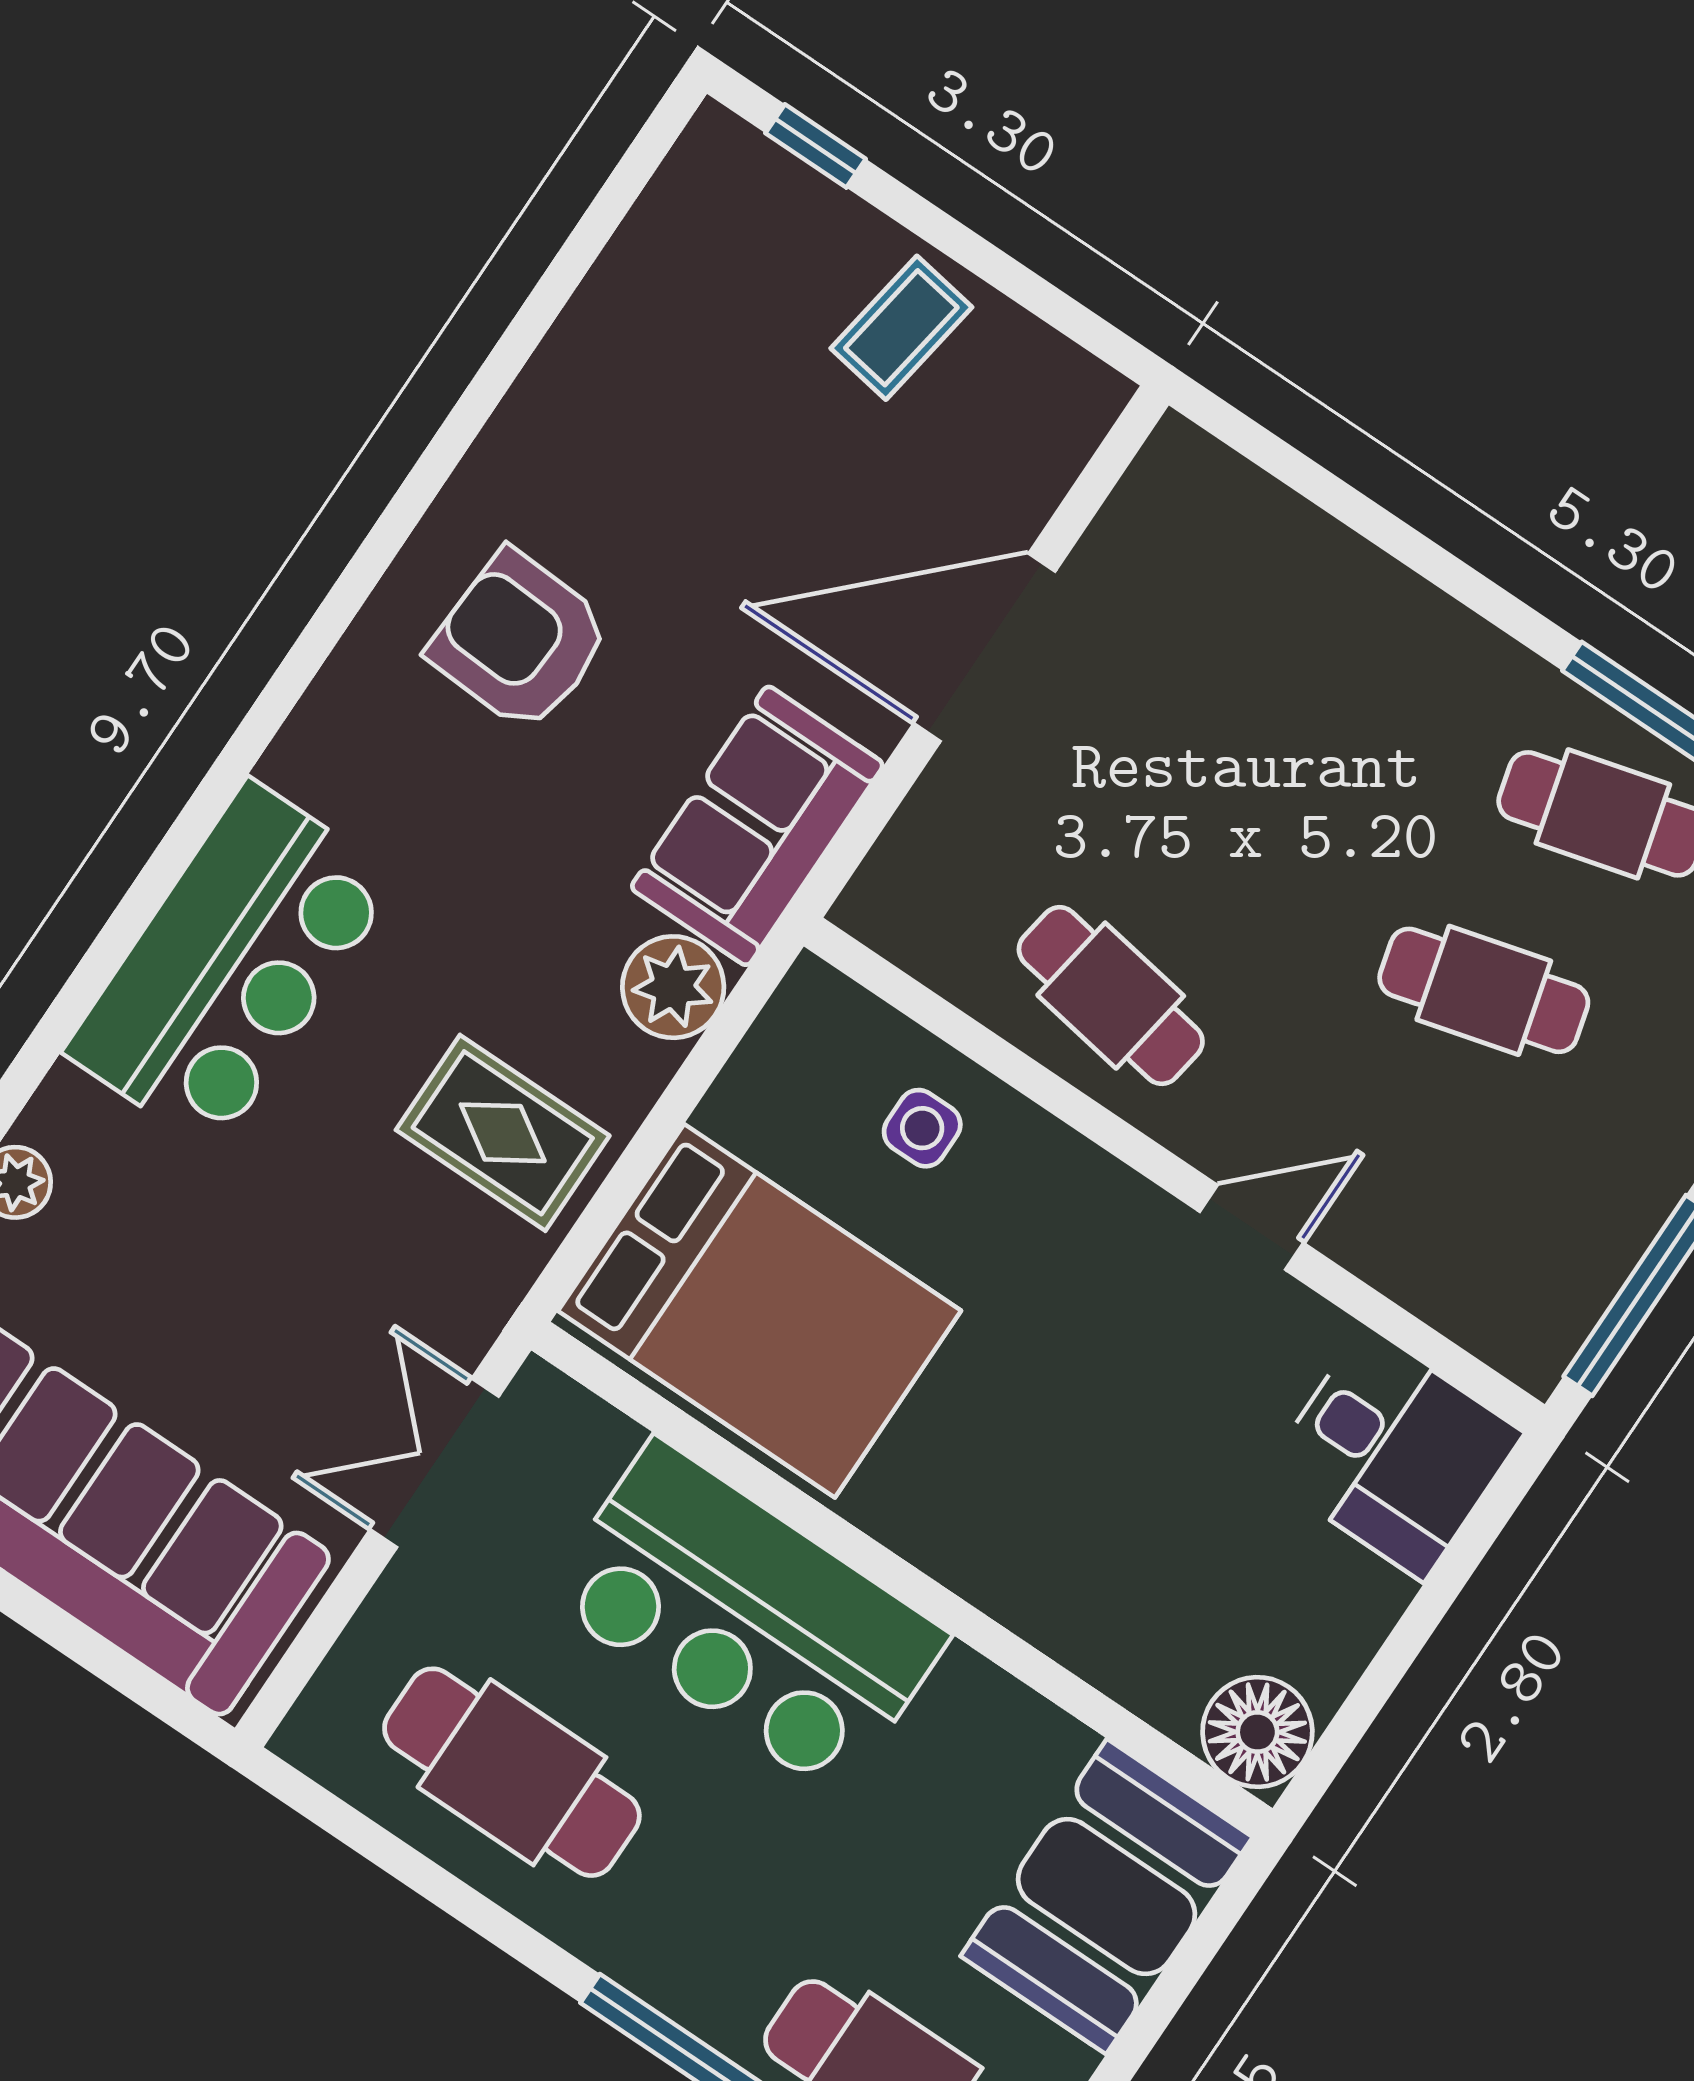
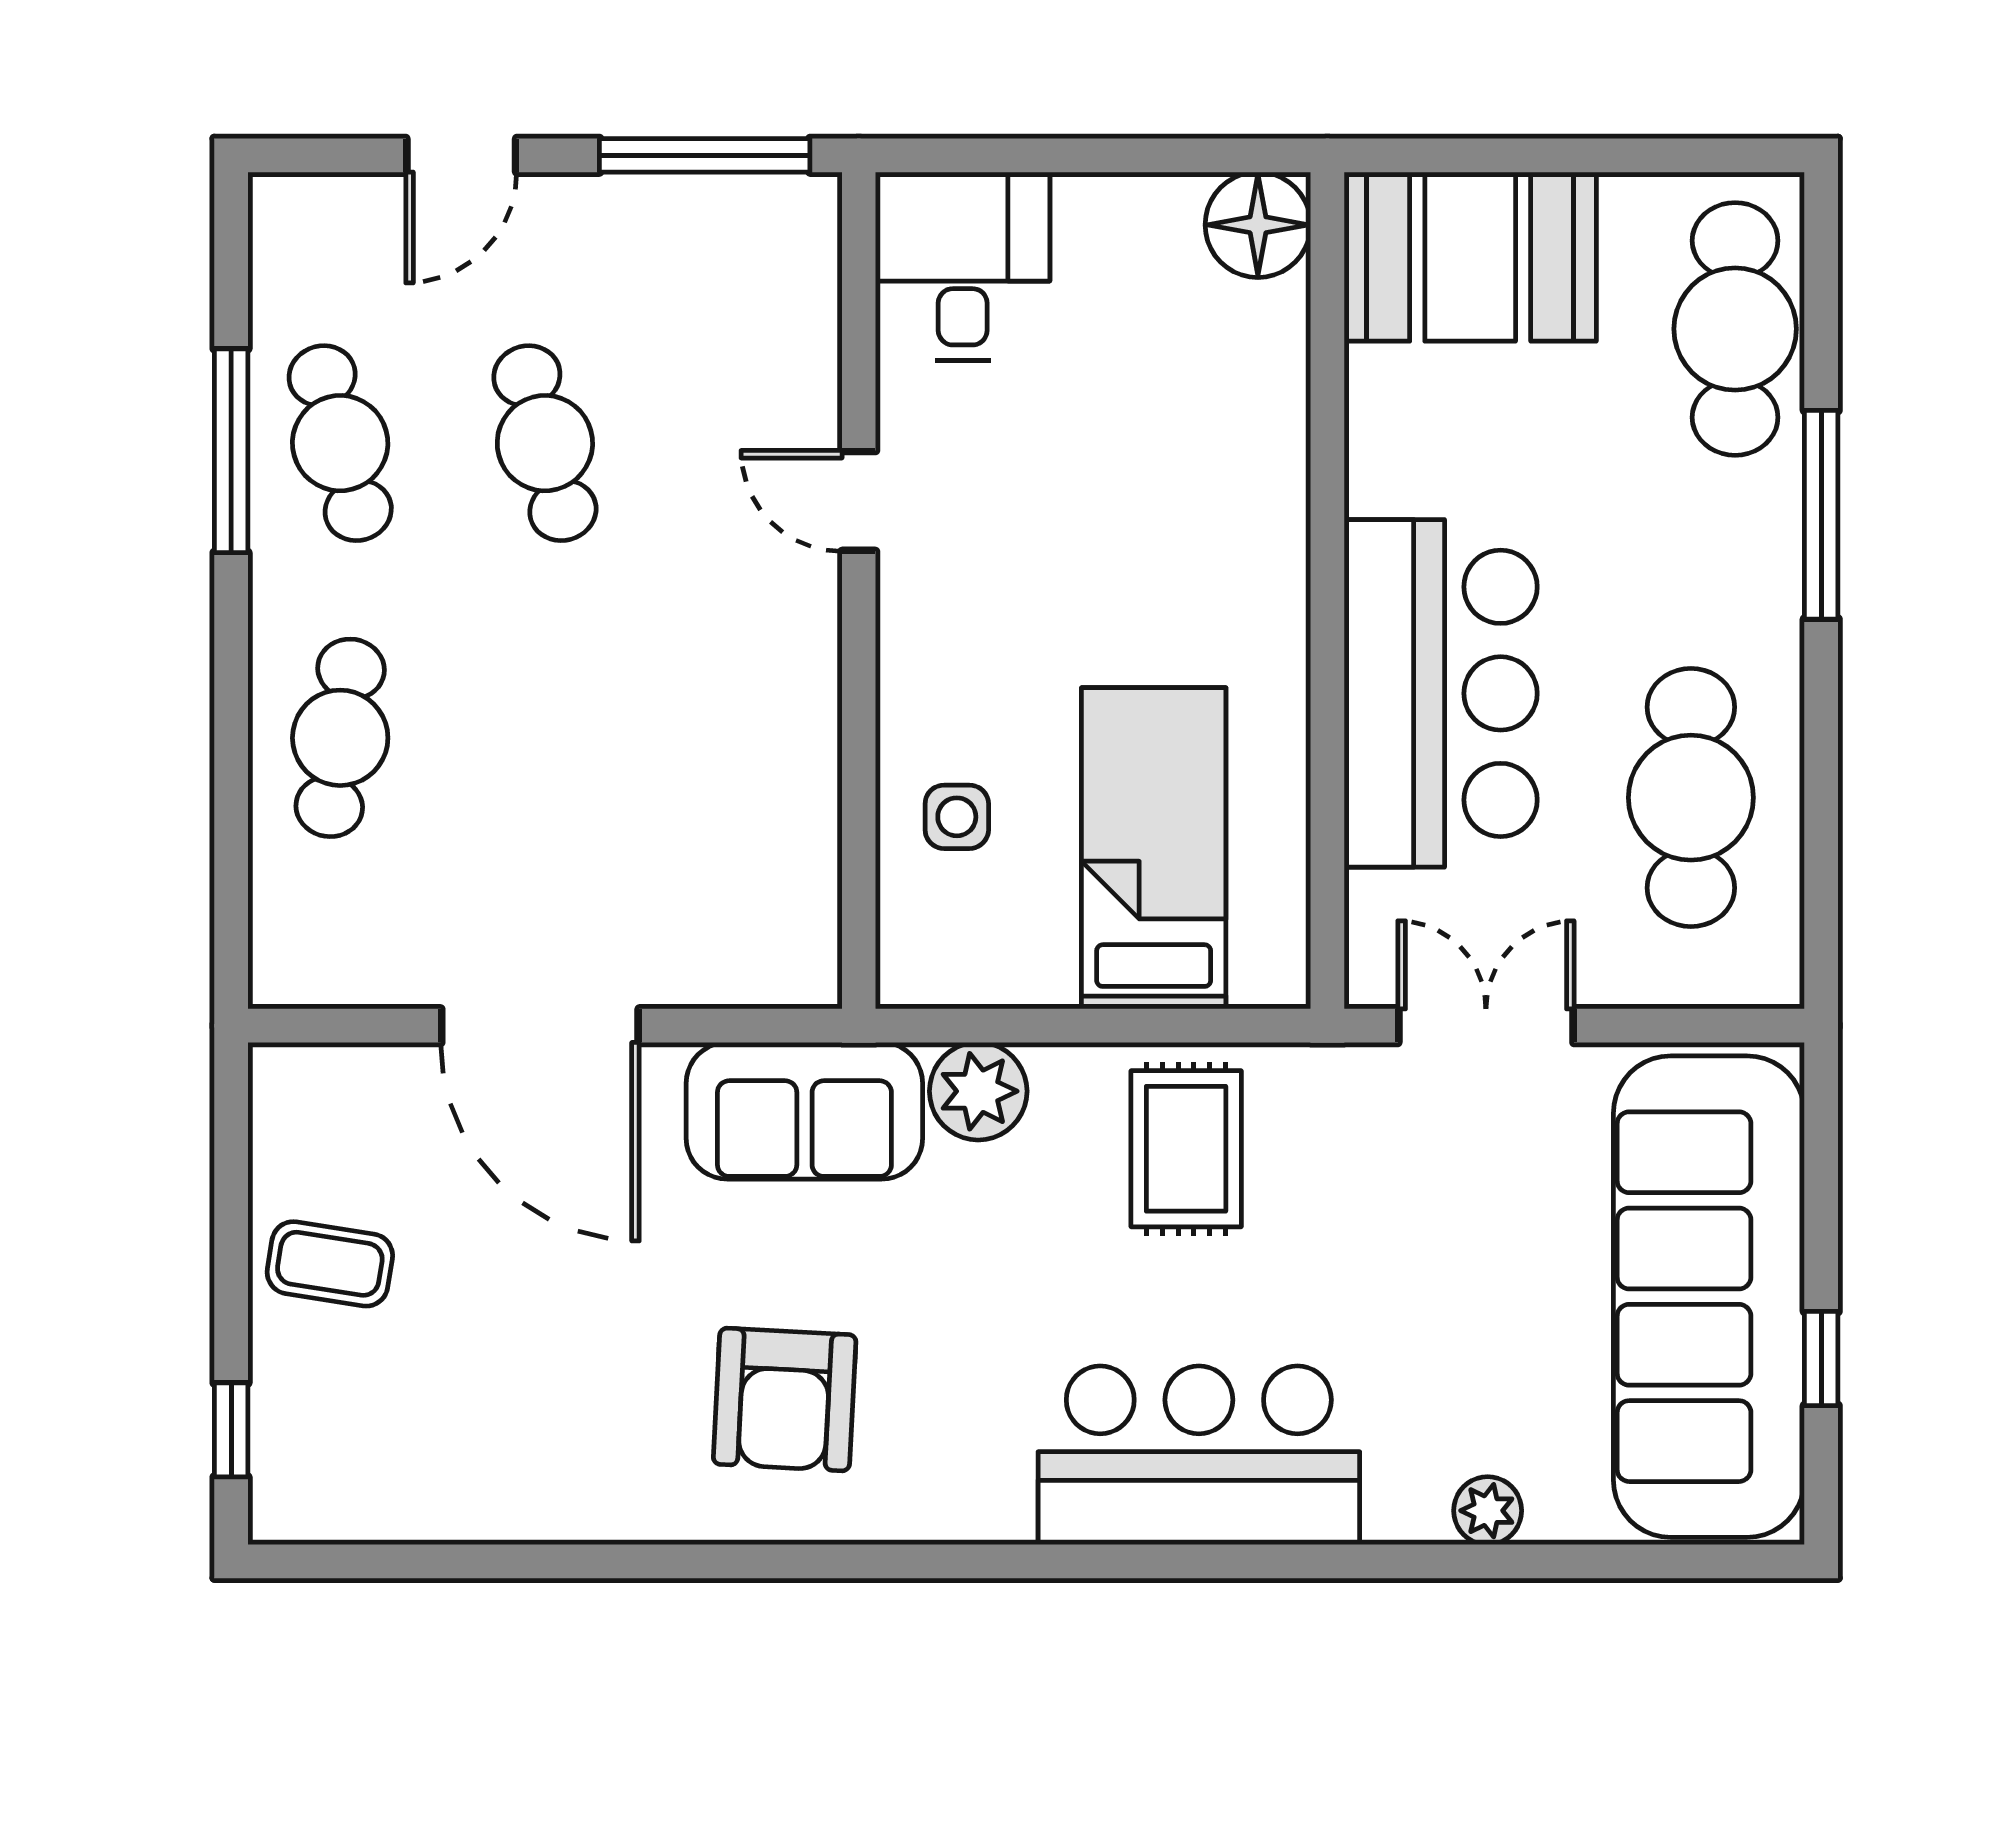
cafe table: (1111, 996) -> (340, 738), moved
bed: (760, 1311) -> (1154, 848), width x0.67
double door: (434, 1463) -> (1486, 1026), swing flipped

